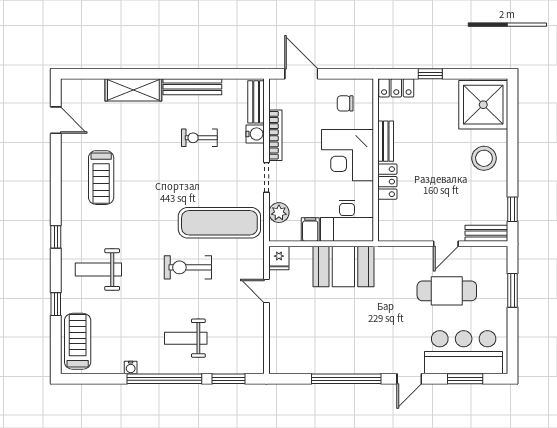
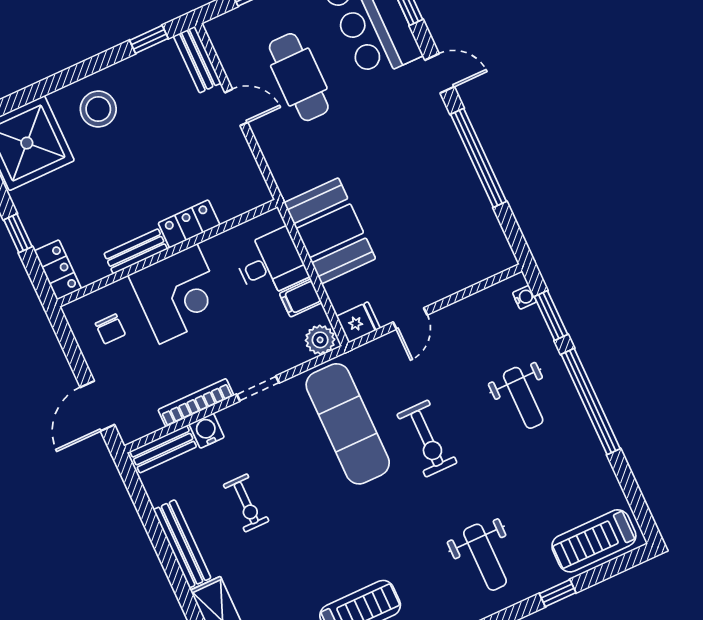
plant: (279, 213) -> (320, 340), moved
desk: (347, 221) -> (271, 264), width x0.73
water cooler: (131, 367) -> (525, 297), moved

